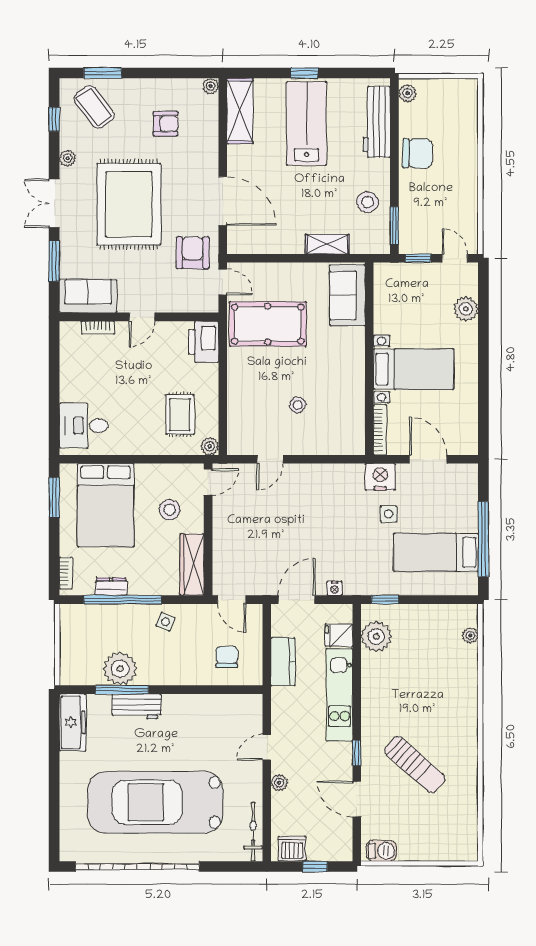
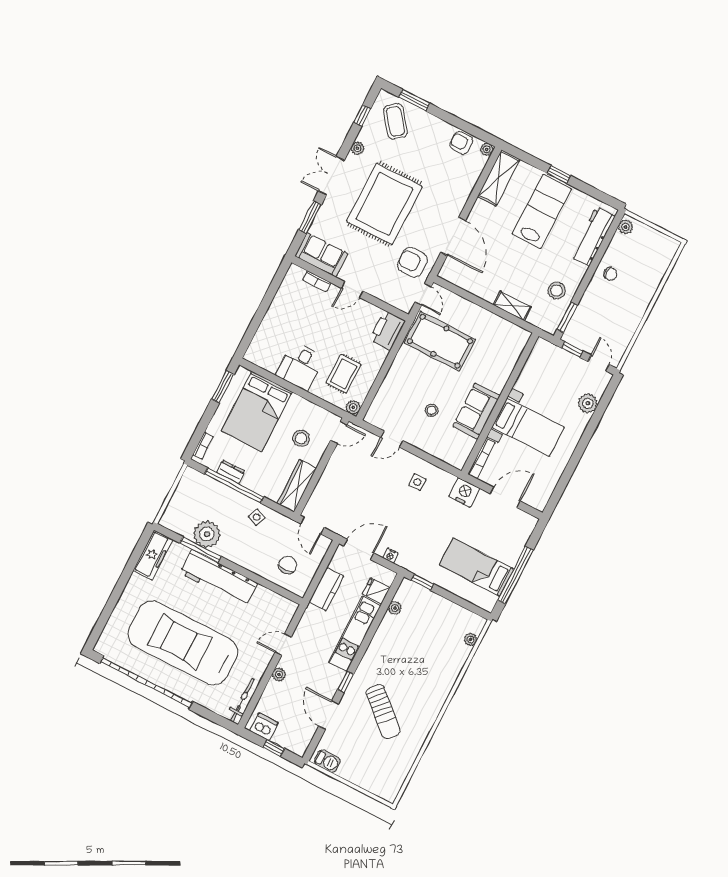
armchair: (165, 124) -> (461, 143), moved, turned 180
chair: (417, 154) -> (610, 274), width x0.54, depth x0.54
armchair: (193, 253) -> (412, 262), turned -90
sofa: (347, 295) -> (476, 411), moved
desk: (84, 426) -> (300, 366), moved, turned -90
door: (428, 459) -> (505, 497), hinge flipped
side table: (389, 514) -> (417, 482), moved
plant: (376, 636) -> (395, 608), width x0.53, depth x0.53
workbench: (137, 706) -> (219, 578), width x1.88, depth x1.32

